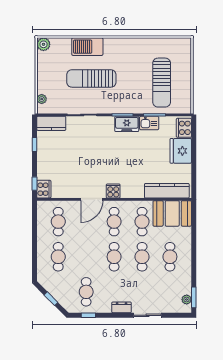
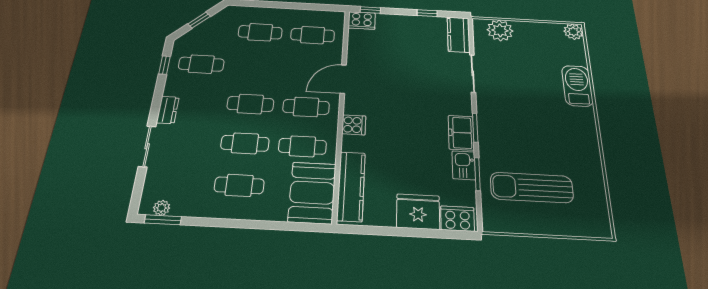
sun lounger: (91, 78) -> (529, 88), removed
plant: (42, 99) -> (500, 30), width x1.87, depth x1.87
cooker: (113, 191) -> (354, 125), moved
door: (92, 199) -> (343, 79), hinge flipped

